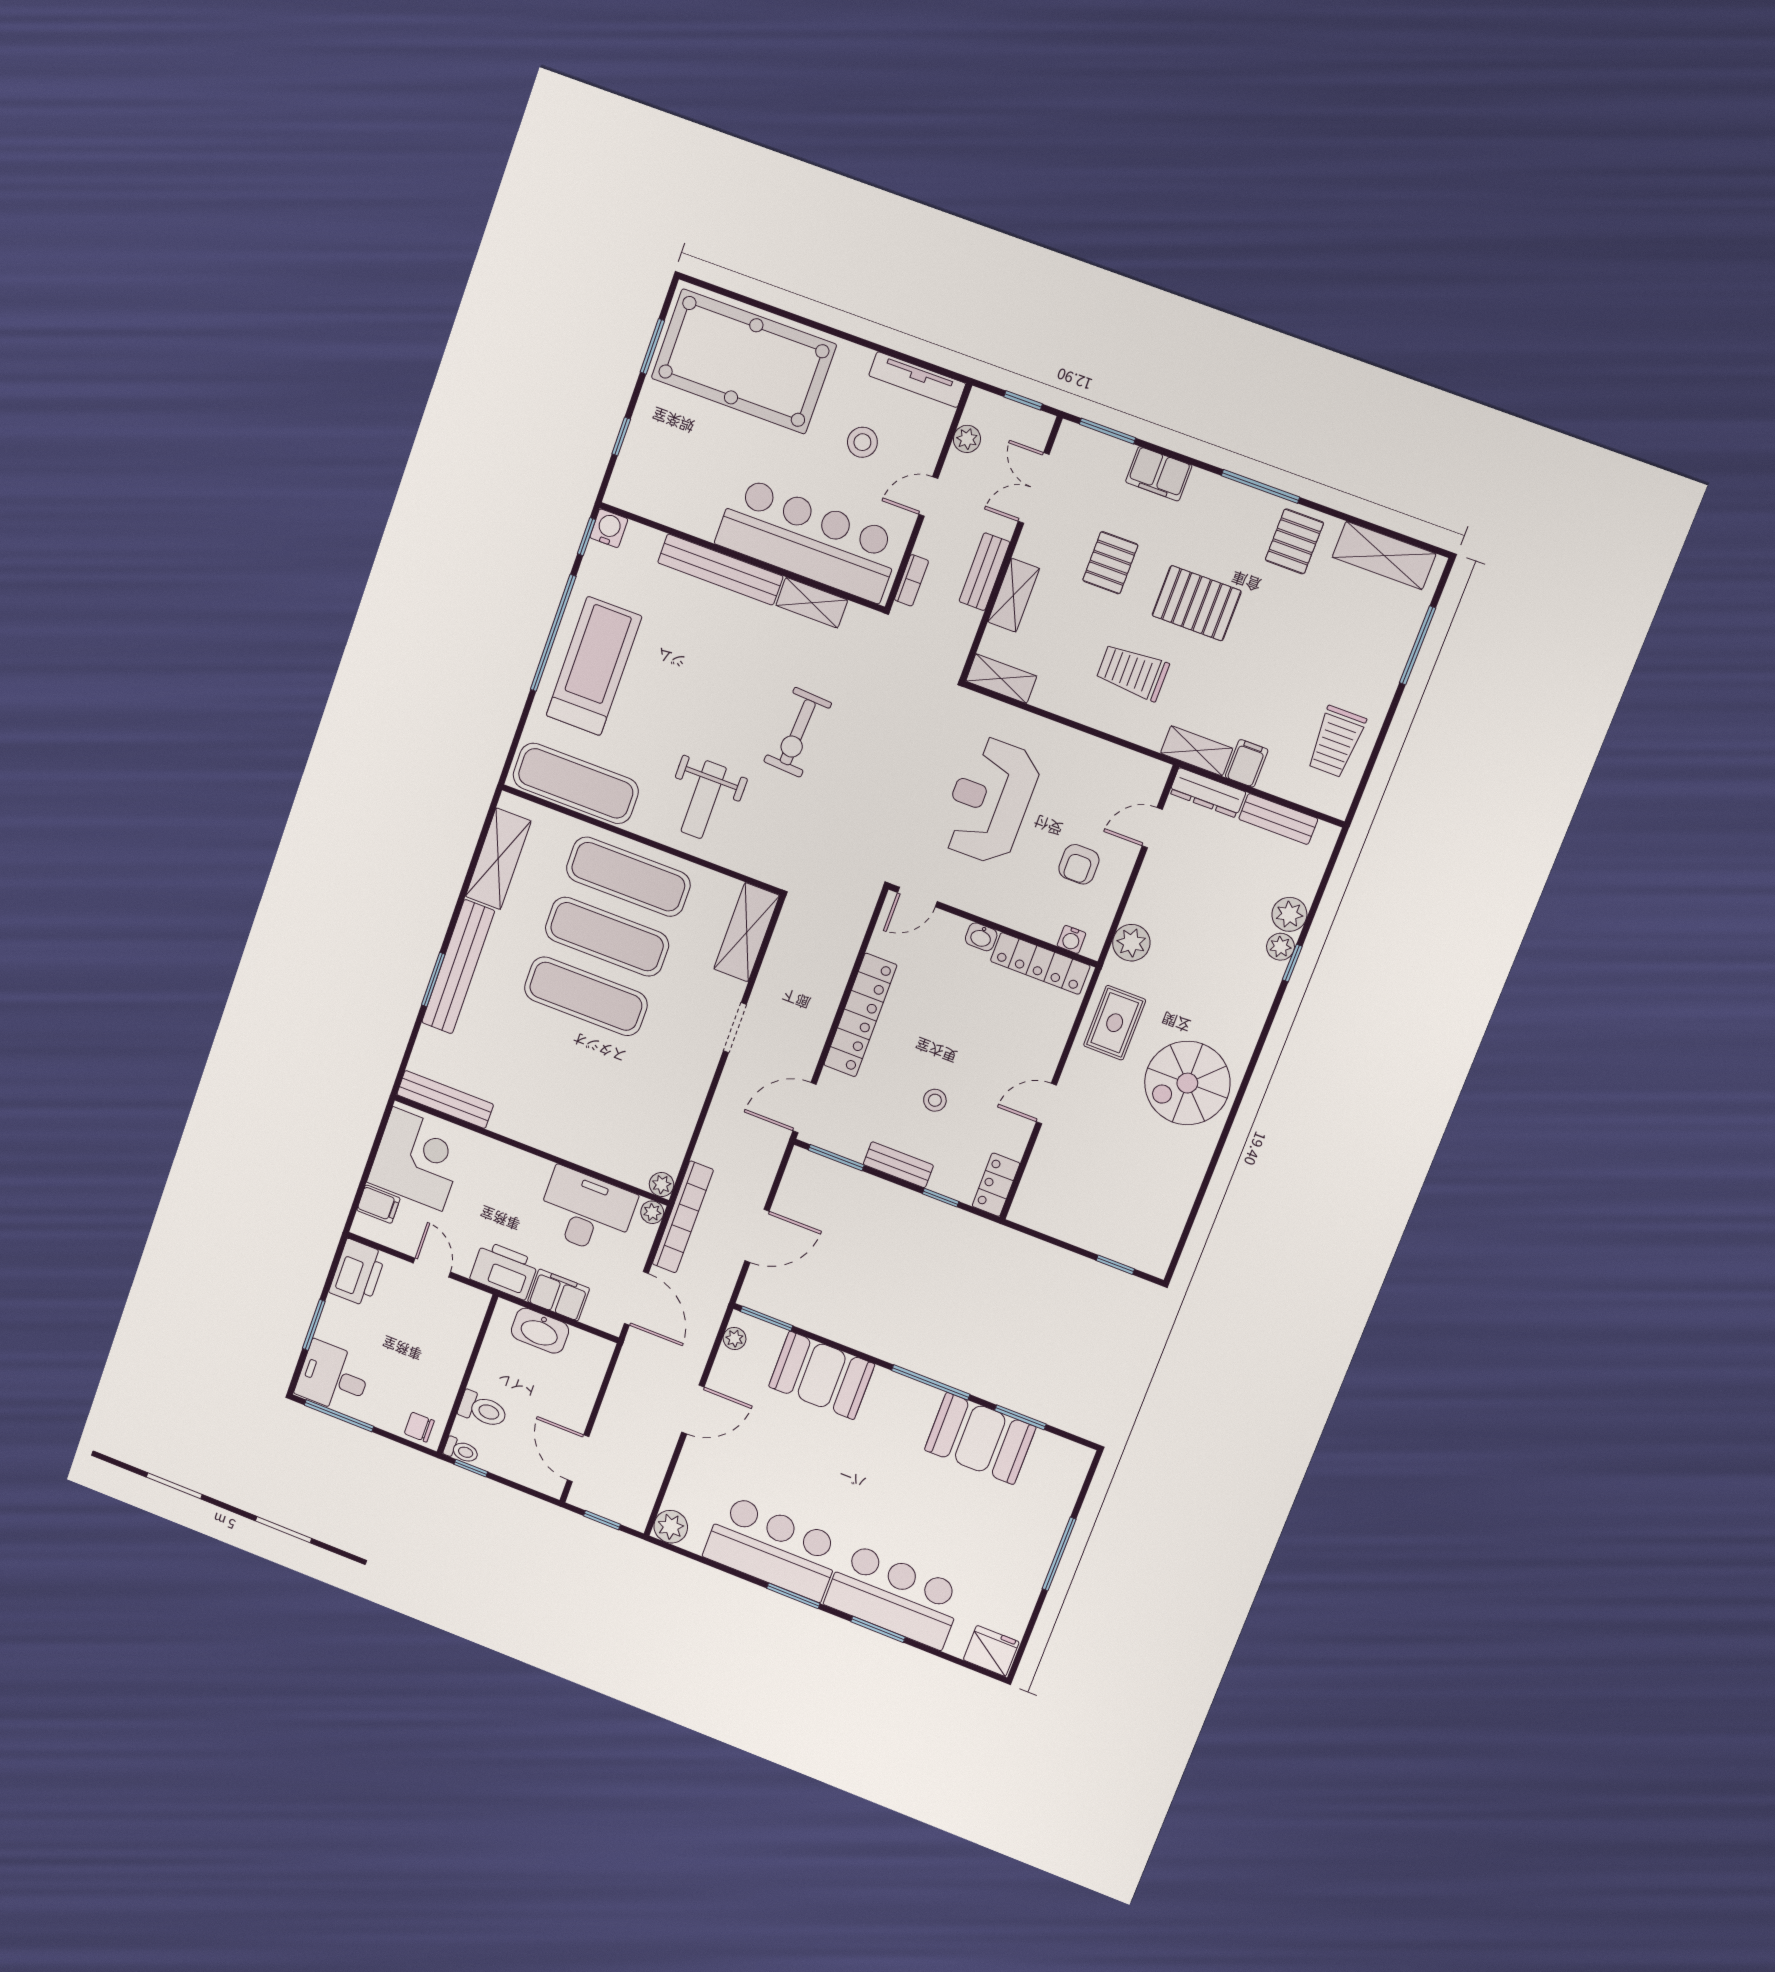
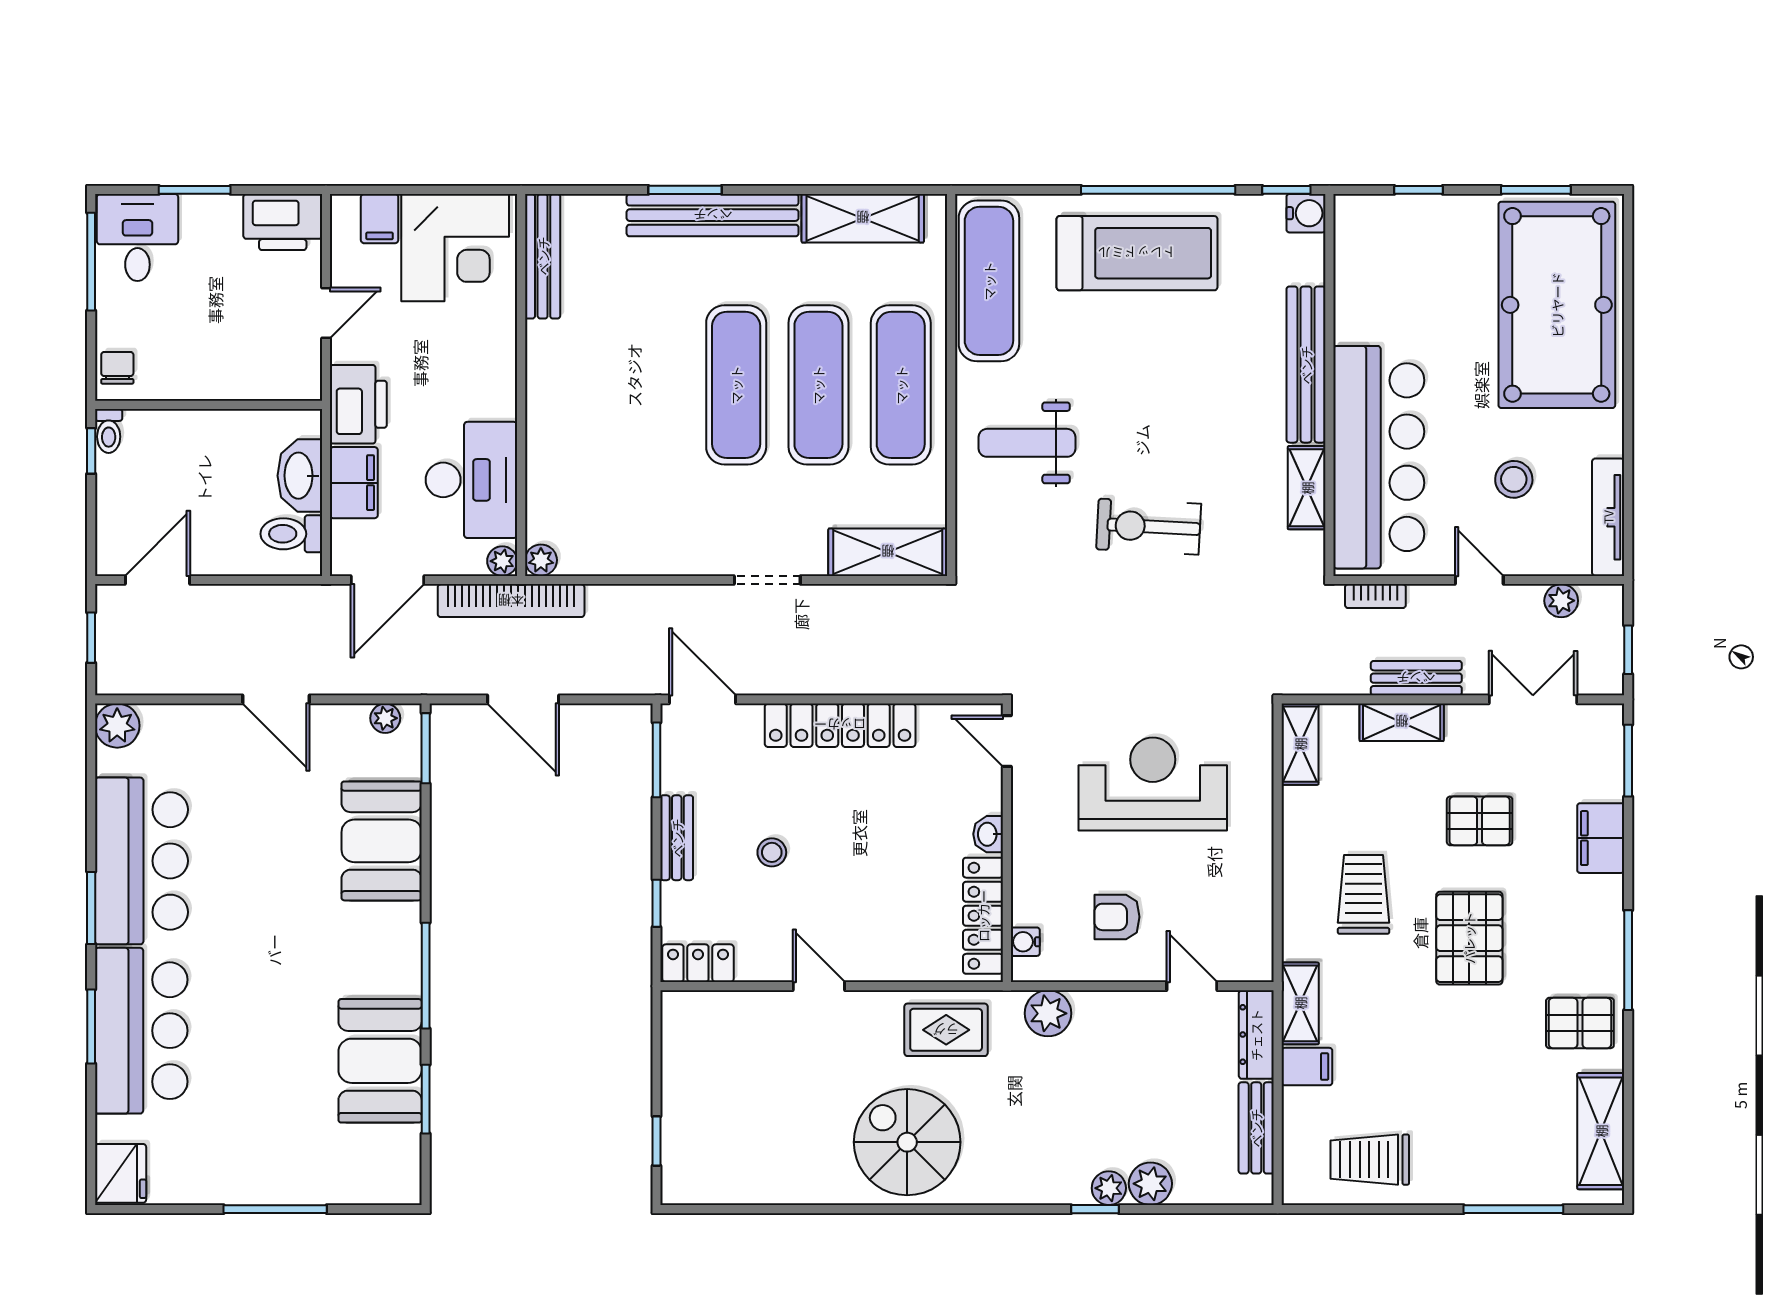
toilet: (483, 1410) -> (291, 534), moved, turned 90

